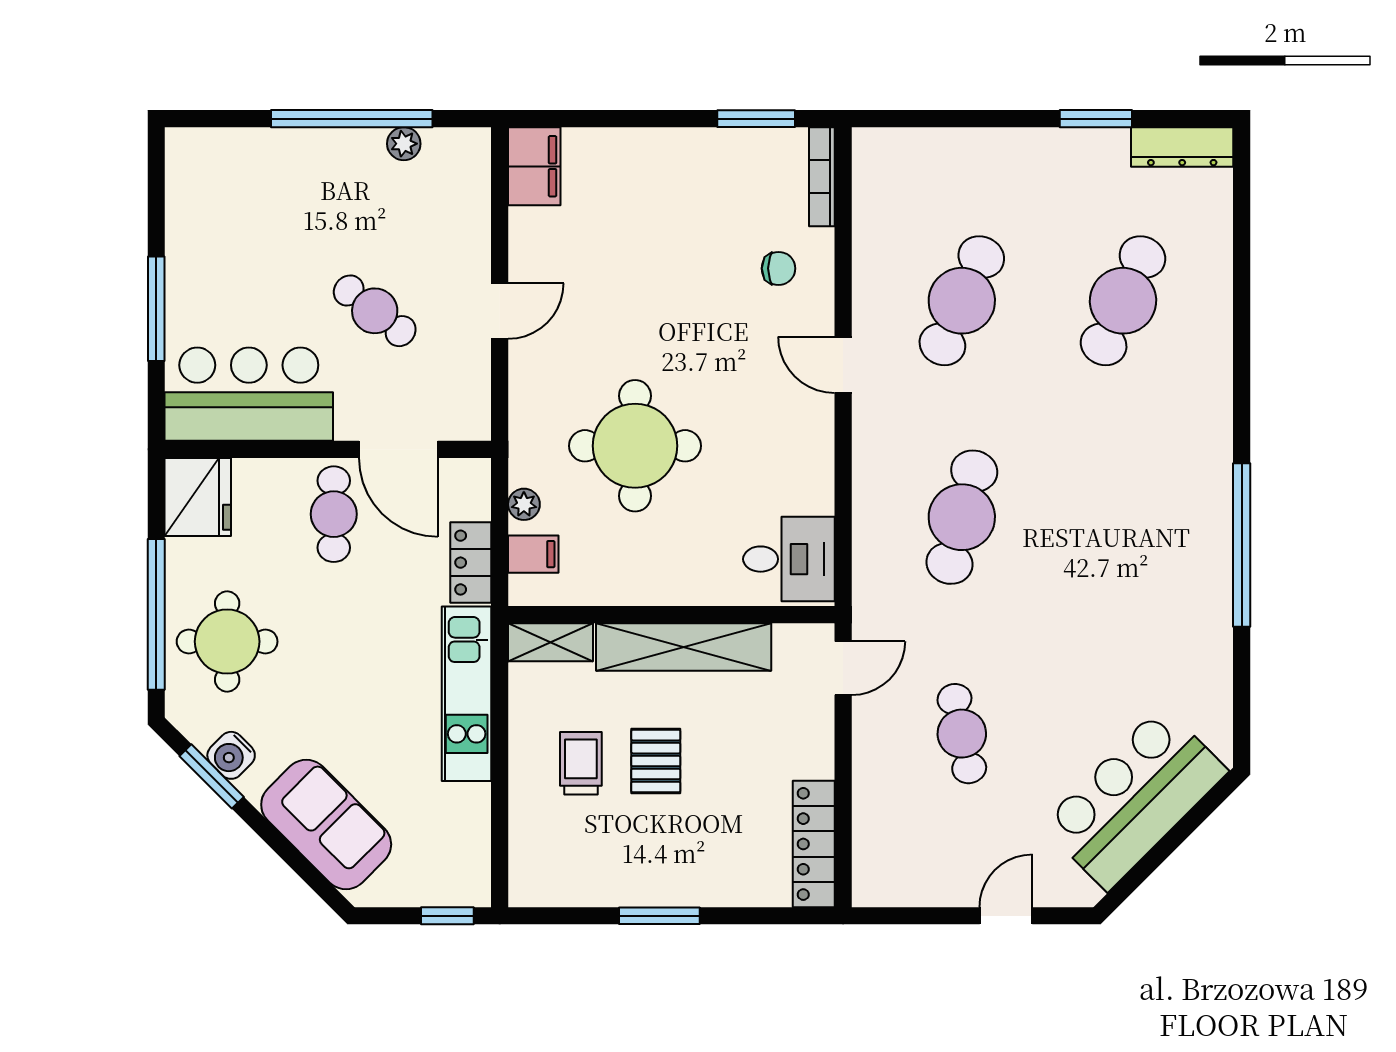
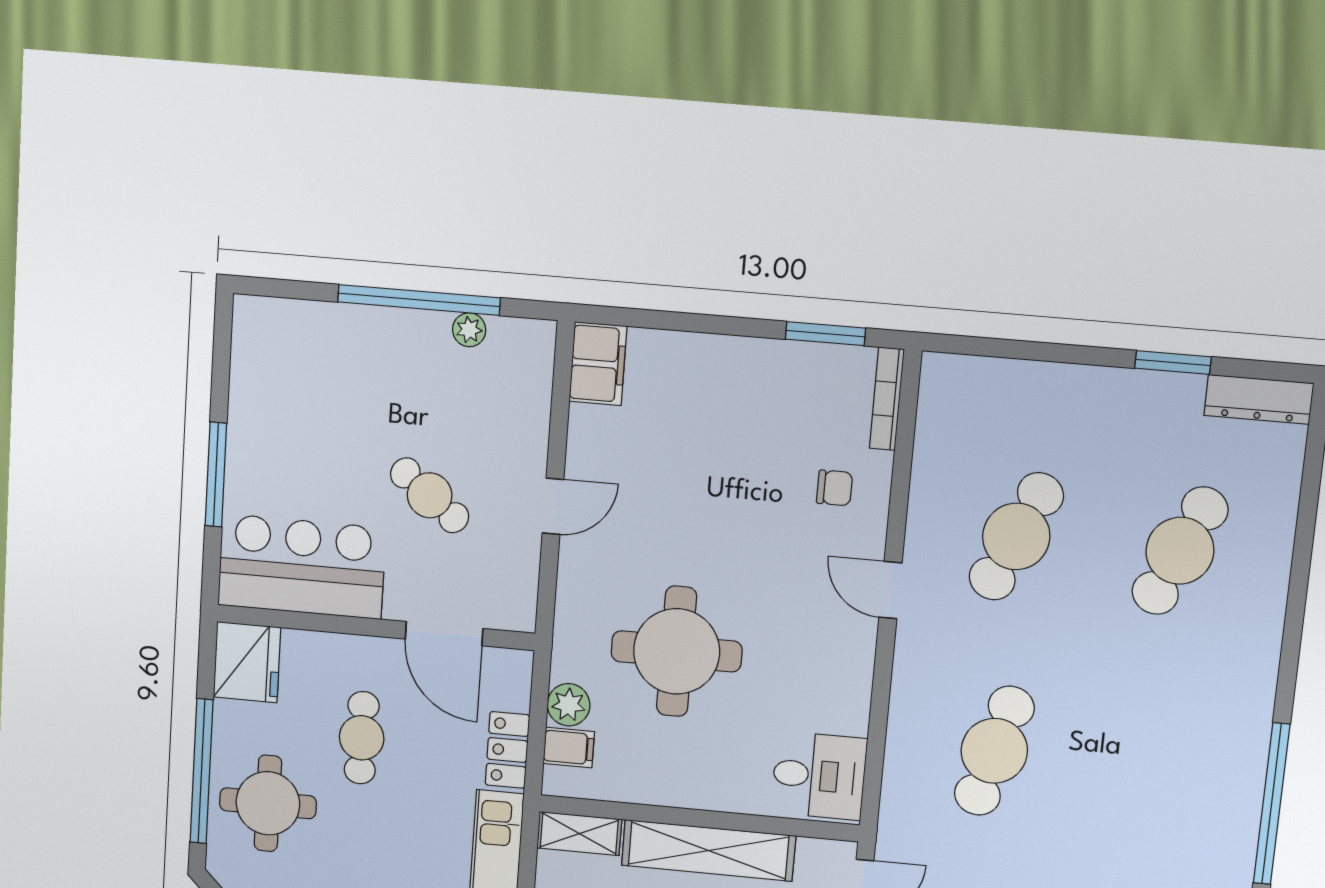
plant: (524, 504) -> (569, 705), width x1.38, depth x1.38
cafe table: (334, 514) -> (362, 738), moved

